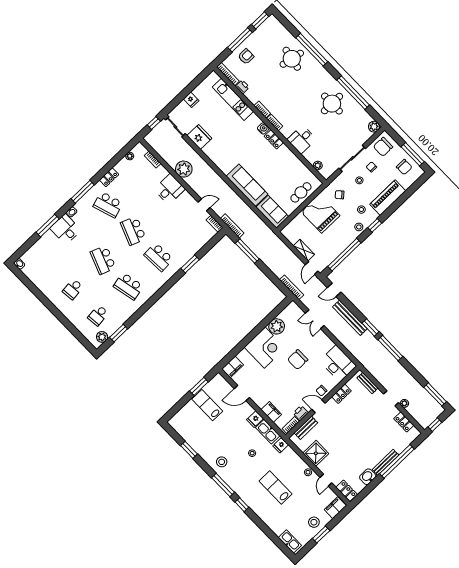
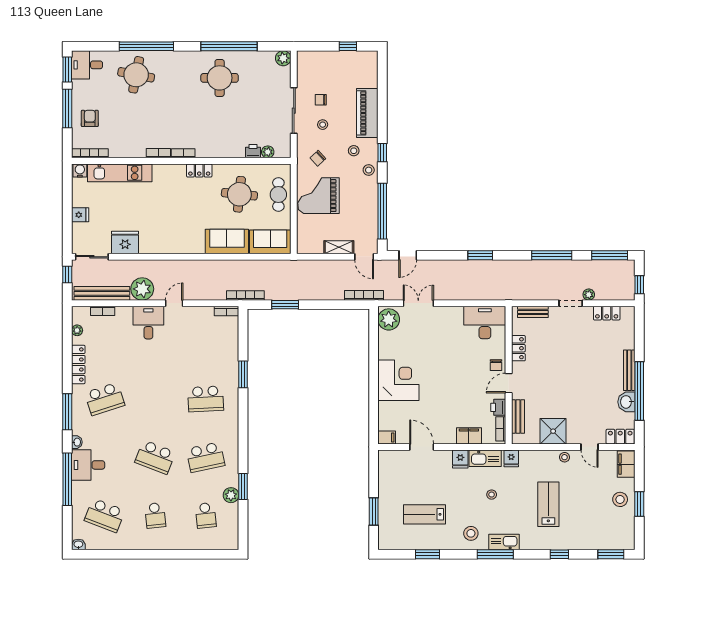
printer: (242, 87) -> (253, 151), moved
water cooler: (263, 128) -> (80, 171), moved
desk: (302, 139) -> (87, 65), moved, turned 90
chair: (383, 147) -> (312, 69), removed
window: (413, 154) -> (348, 46), width x0.46
chair: (404, 167) -> (353, 67), removed
round table: (282, 172) -> (239, 194), added
locker: (109, 177) -> (78, 365), width x1.53
sofa: (247, 185) -> (227, 241), width x0.73
door: (204, 205) -> (174, 303), moved
window: (48, 226) -> (67, 479), width x1.46
school desk: (133, 231) -> (105, 515), moved
window: (247, 251) -> (285, 305), width x0.69
bench: (350, 318) -> (102, 293), moved
double door: (315, 319) -> (418, 303), swing flipped
plant: (277, 326) -> (389, 319), moved
window: (119, 333) -> (243, 486), moved
plant: (102, 337) -> (231, 495), moved
window: (390, 348) -> (552, 255), moved
chair: (298, 360) -> (442, 359), removed
filing cabinet: (233, 367) -> (387, 437), width x0.50
window: (199, 386) -> (374, 512), moved
door: (242, 393) -> (422, 447), swing flipped
lab bench: (207, 405) -> (425, 514), moved
window: (397, 461) -> (639, 391), moved
lab bench: (276, 487) -> (548, 504), turned 90
window: (242, 505) -> (559, 554), moved
kitchen sink: (290, 541) -> (504, 542), moved
window: (281, 545) -> (611, 554), added

